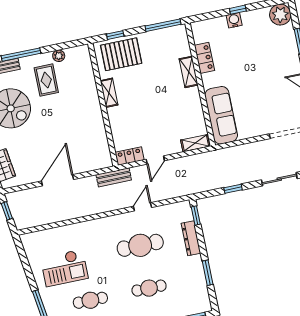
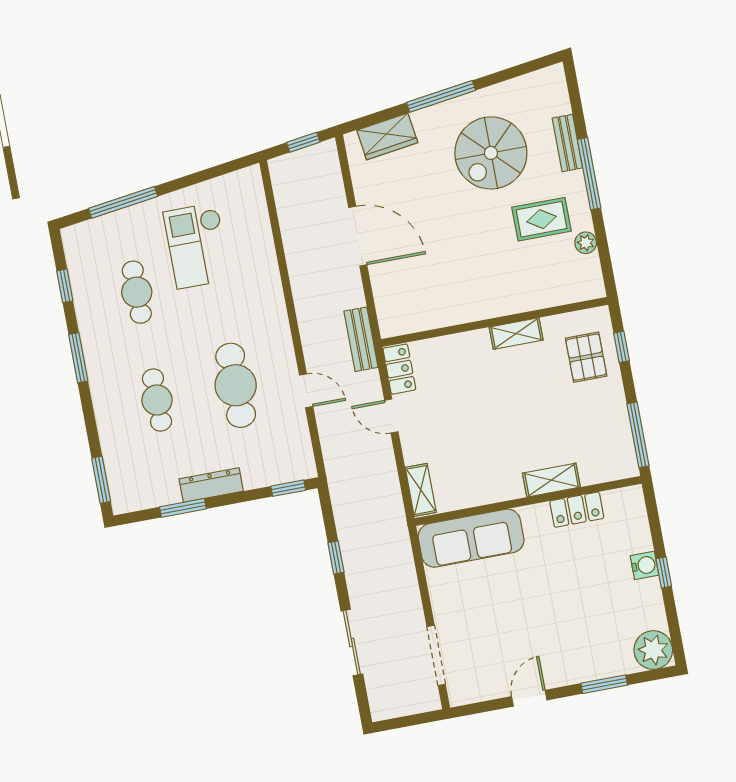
pallet: (121, 54) -> (586, 357), width x0.67, depth x0.71
dresser: (191, 238) -> (211, 485), moved

